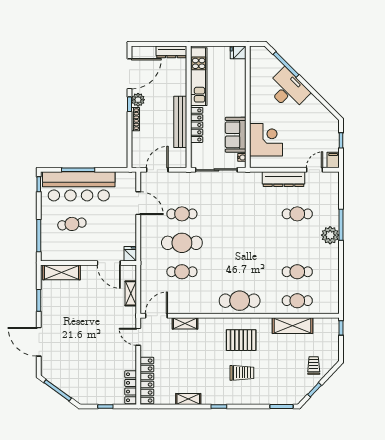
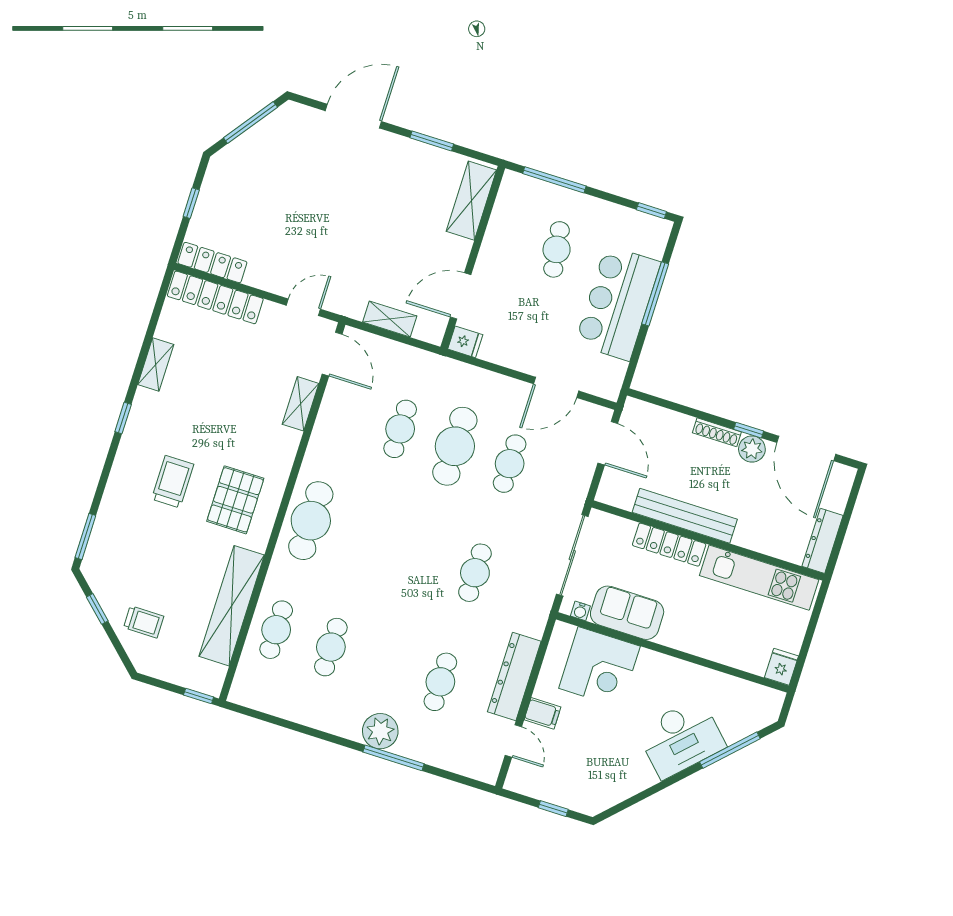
filing cabinet: (333, 160) -> (542, 713), moved
bar counter: (79, 186) -> (618, 303), width x0.73
cafe table: (240, 214) -> (475, 573), added
shelving: (293, 326) -> (232, 606), width x1.47
trolley: (242, 373) -> (173, 482), turned 180

